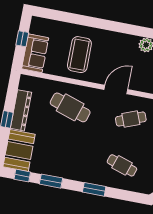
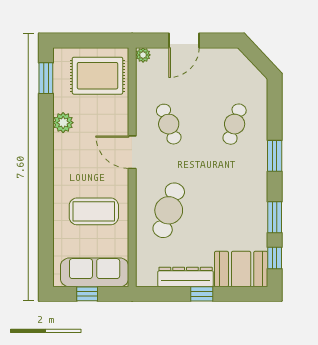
sofa: (35, 53) -> (95, 272), width x1.36

